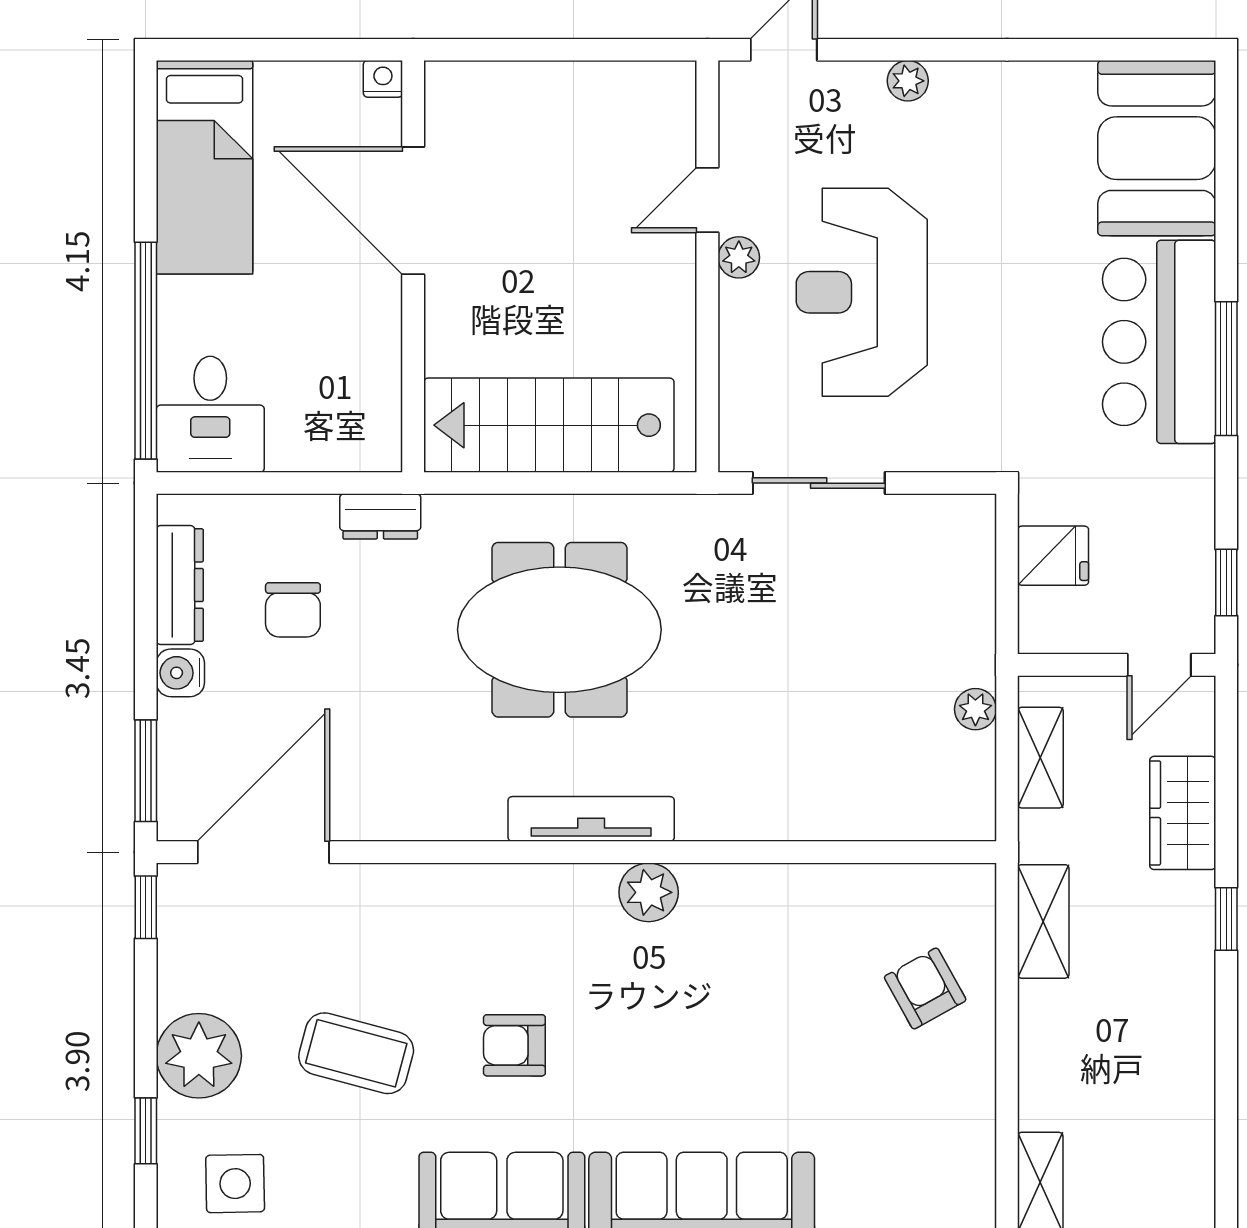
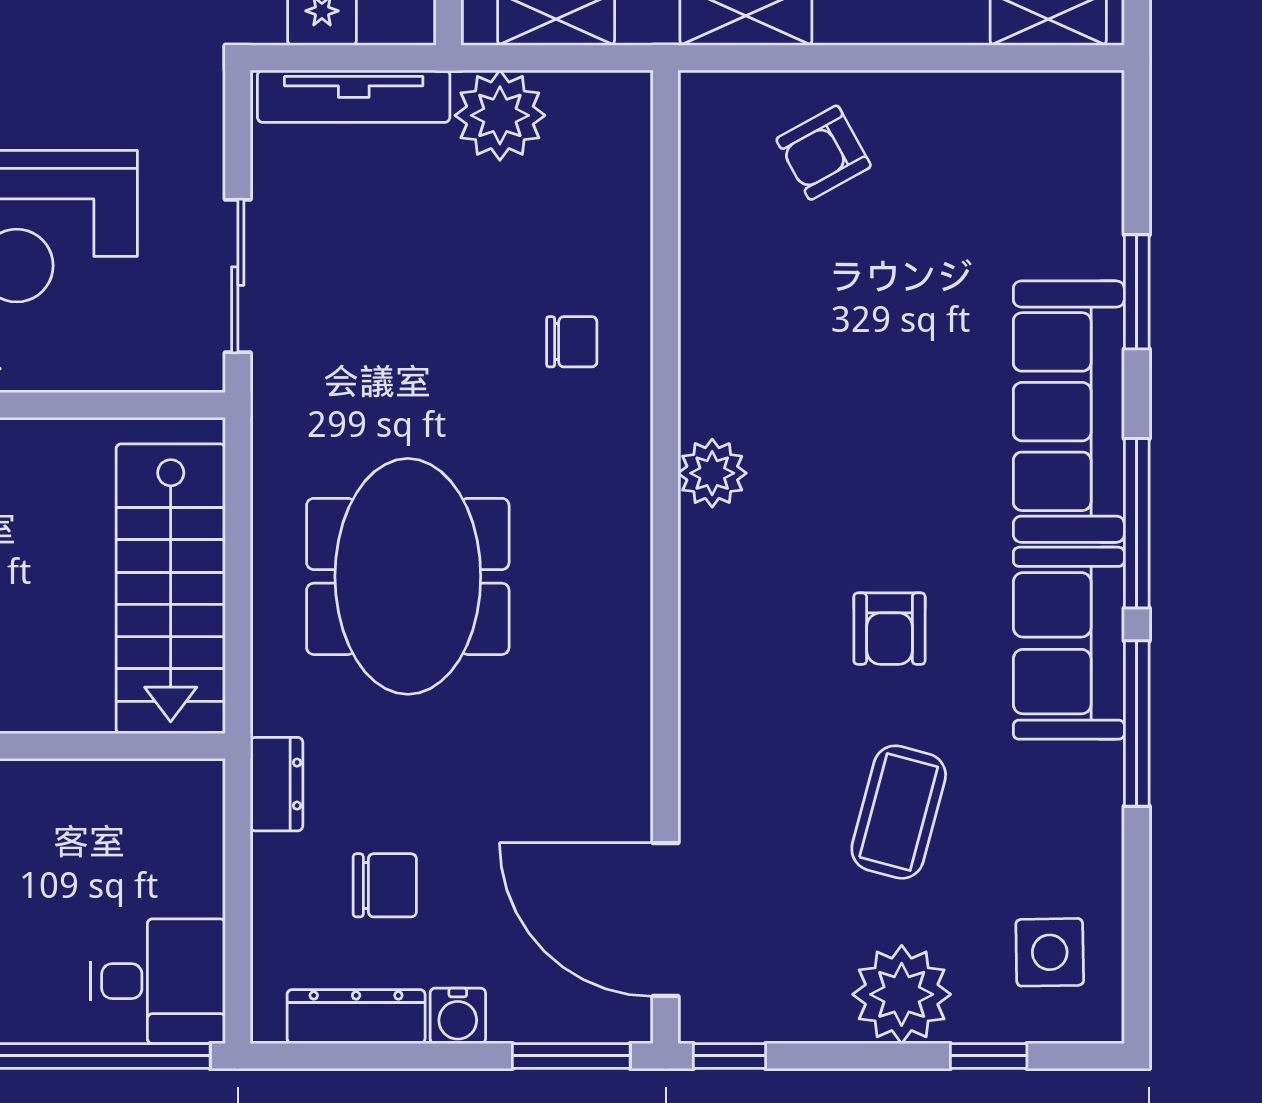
plant: (975, 709) -> (500, 115), width x1.87, depth x1.87
chair: (762, 771) -> (572, 342), added
tv unit: (591, 819) -> (354, 96), moved, turned -90

